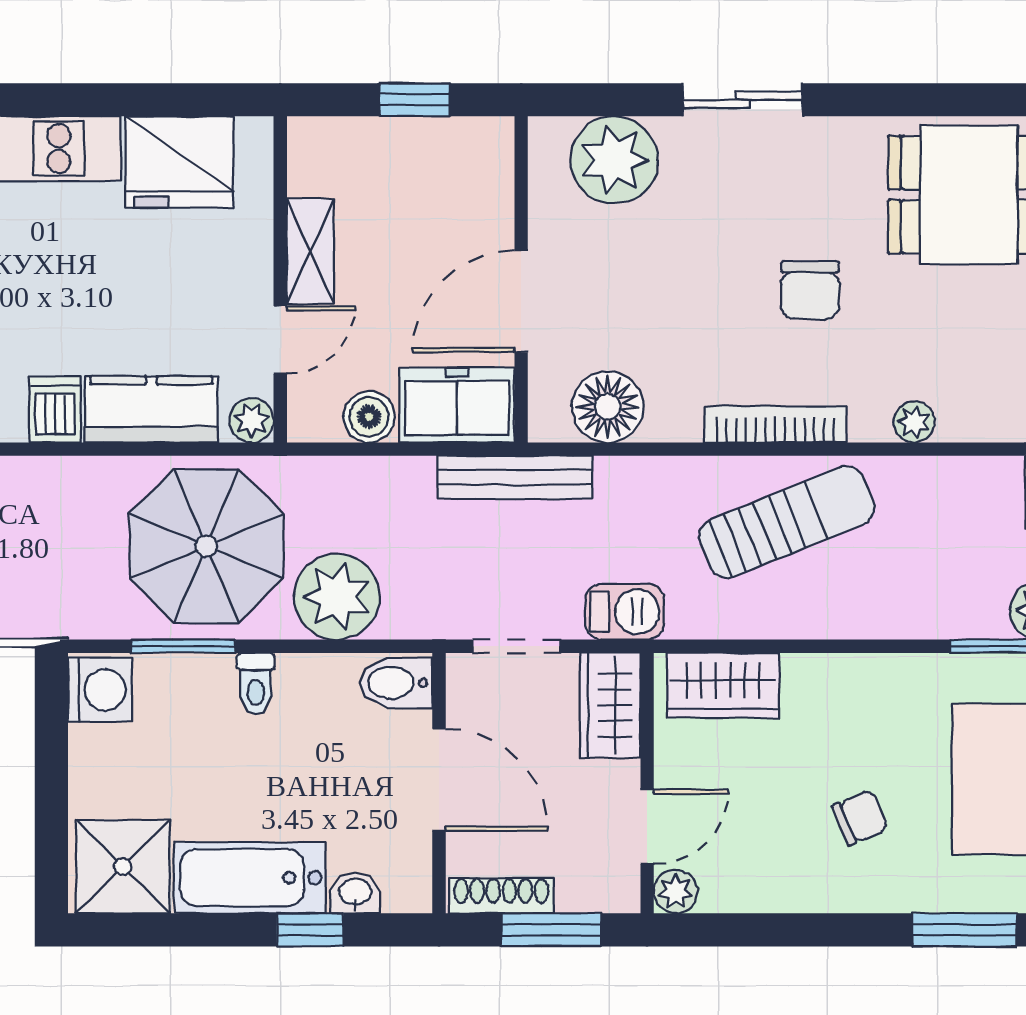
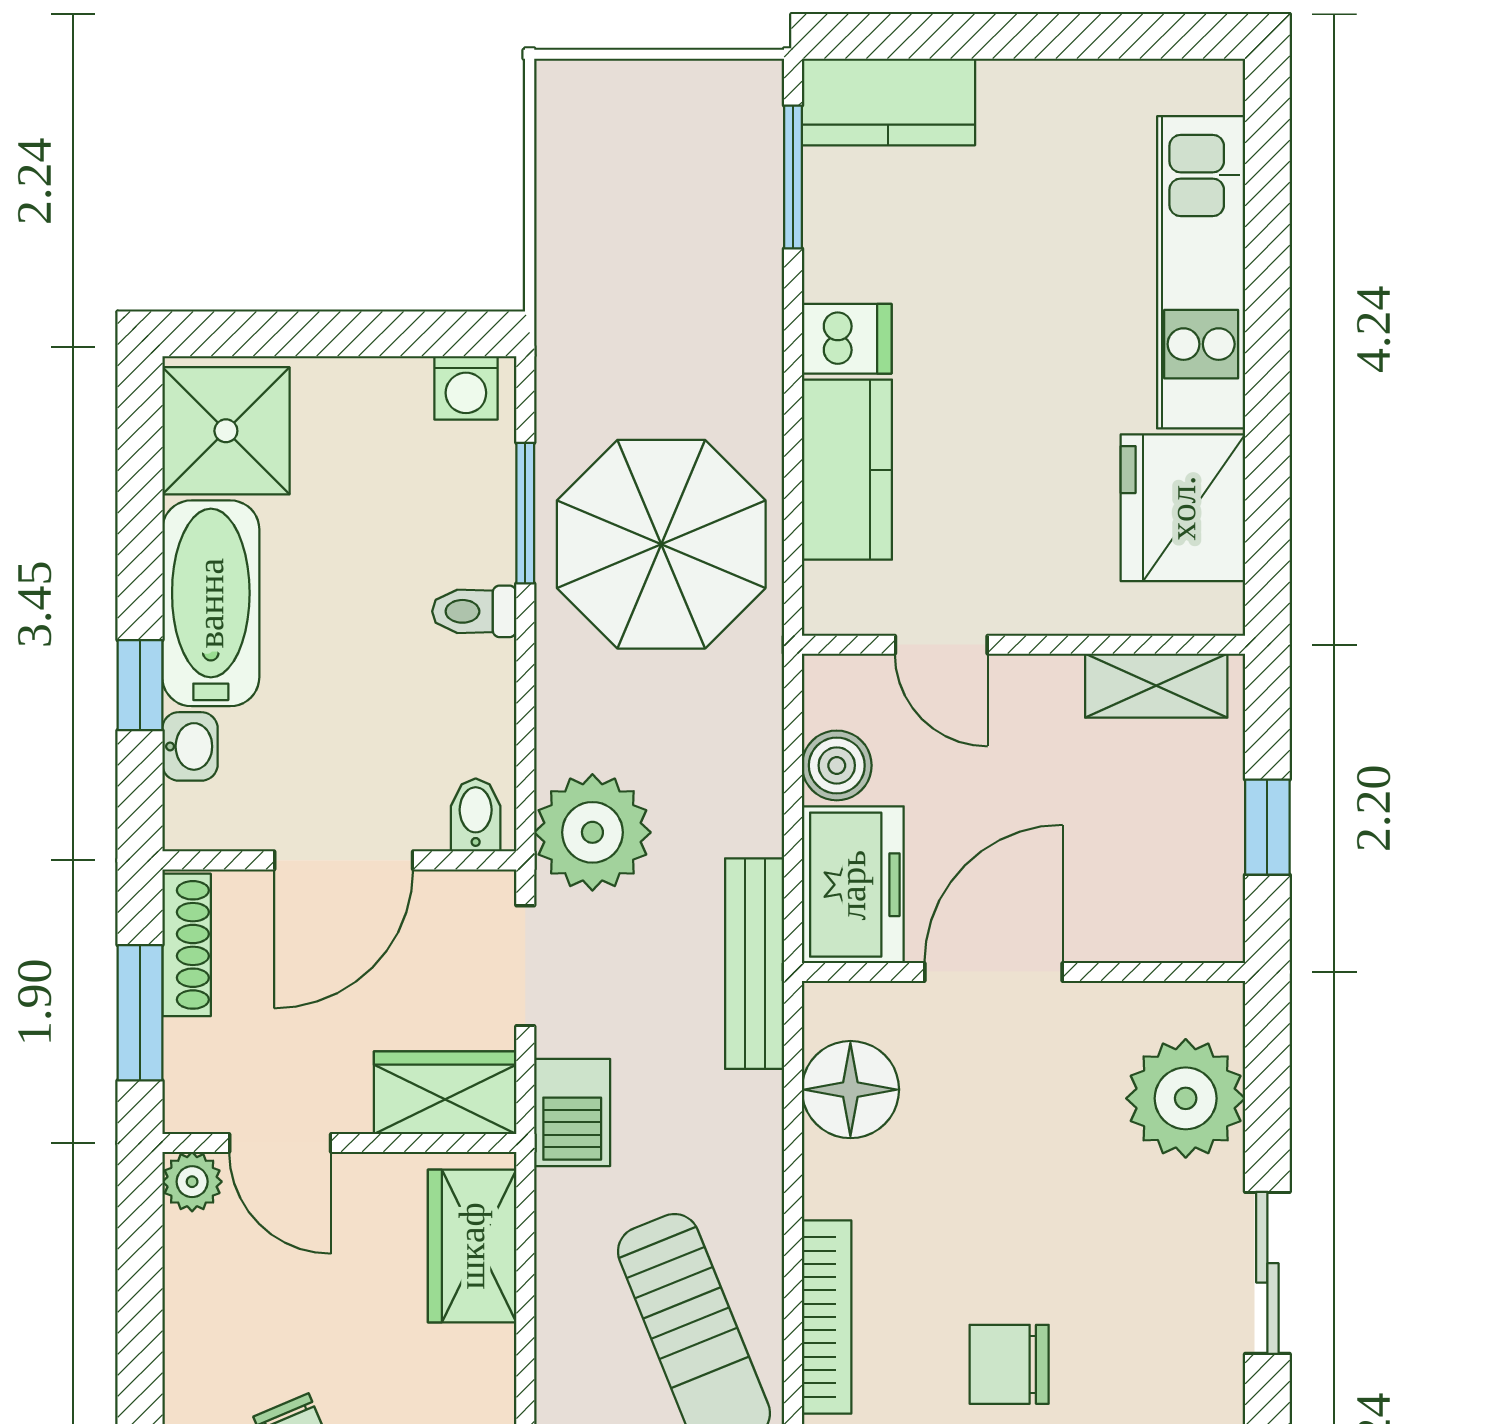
shelving: (310, 251) -> (1156, 686), moved
door: (521, 301) -> (993, 972), hinge flipped
plant: (251, 420) -> (832, 606), removed
plant: (337, 597) -> (592, 832), moved
bidet: (396, 683) -> (476, 815), width x0.72, depth x0.74
washing machine: (100, 690) -> (466, 388), width x0.73, depth x0.73

